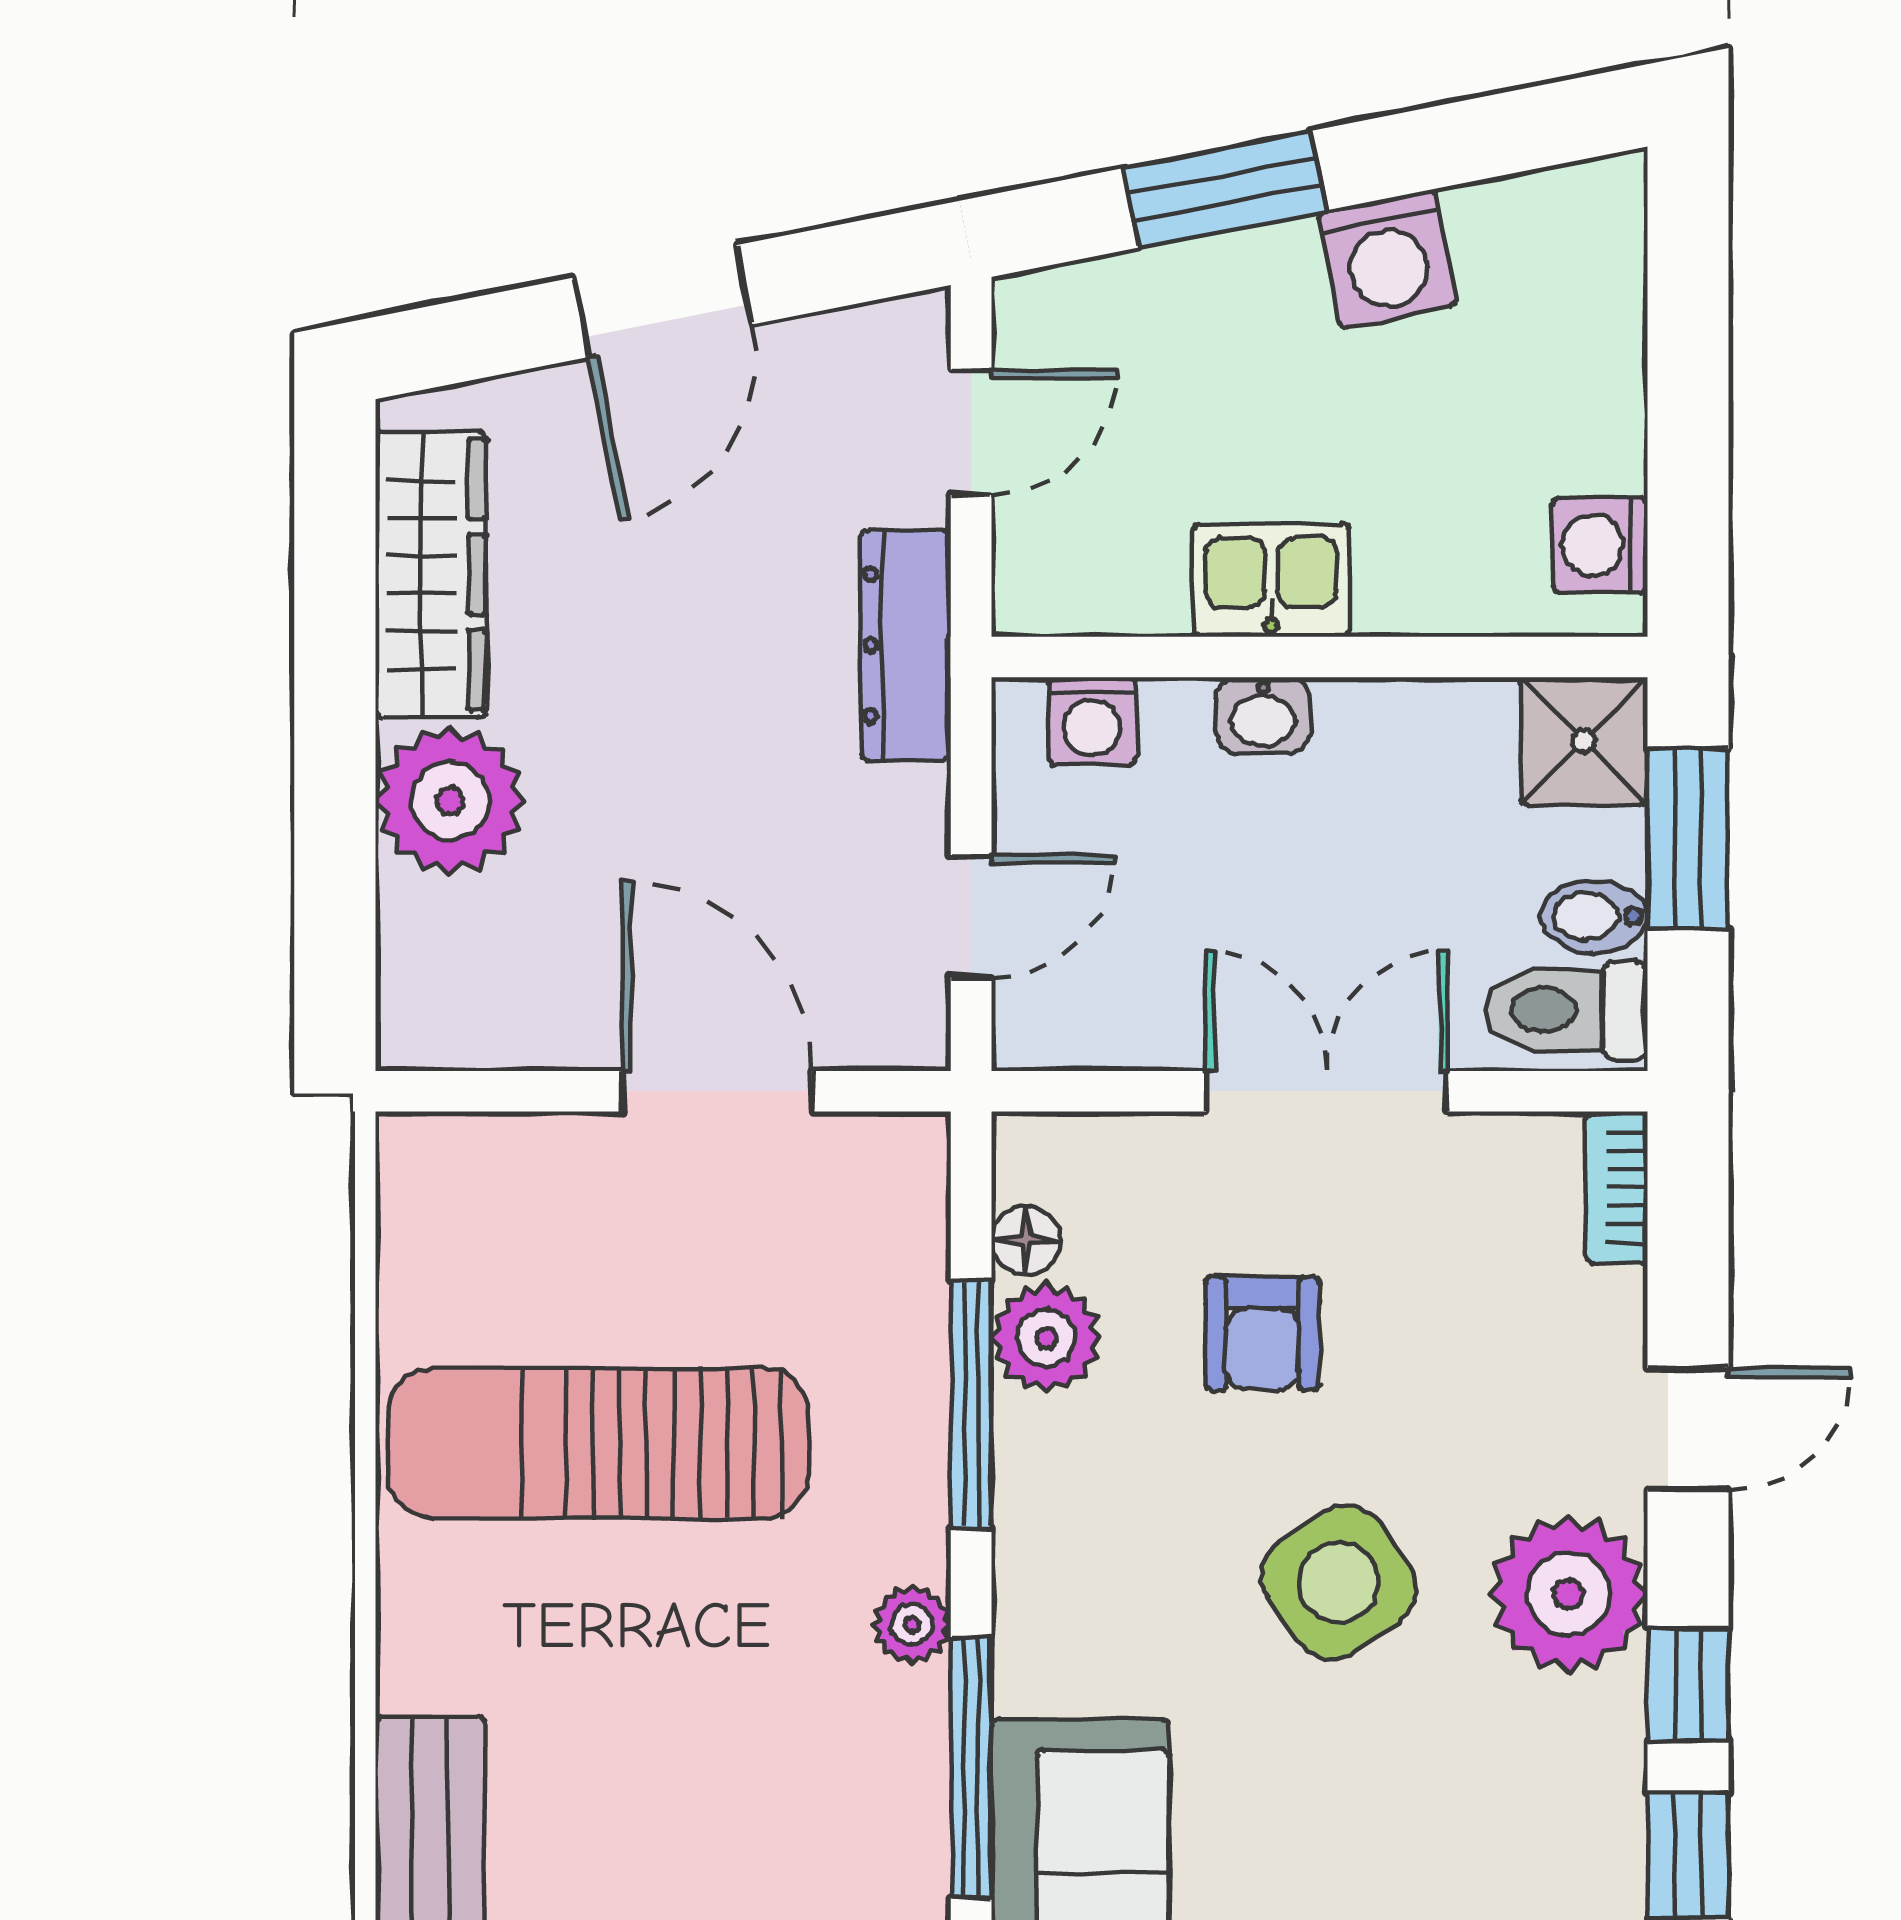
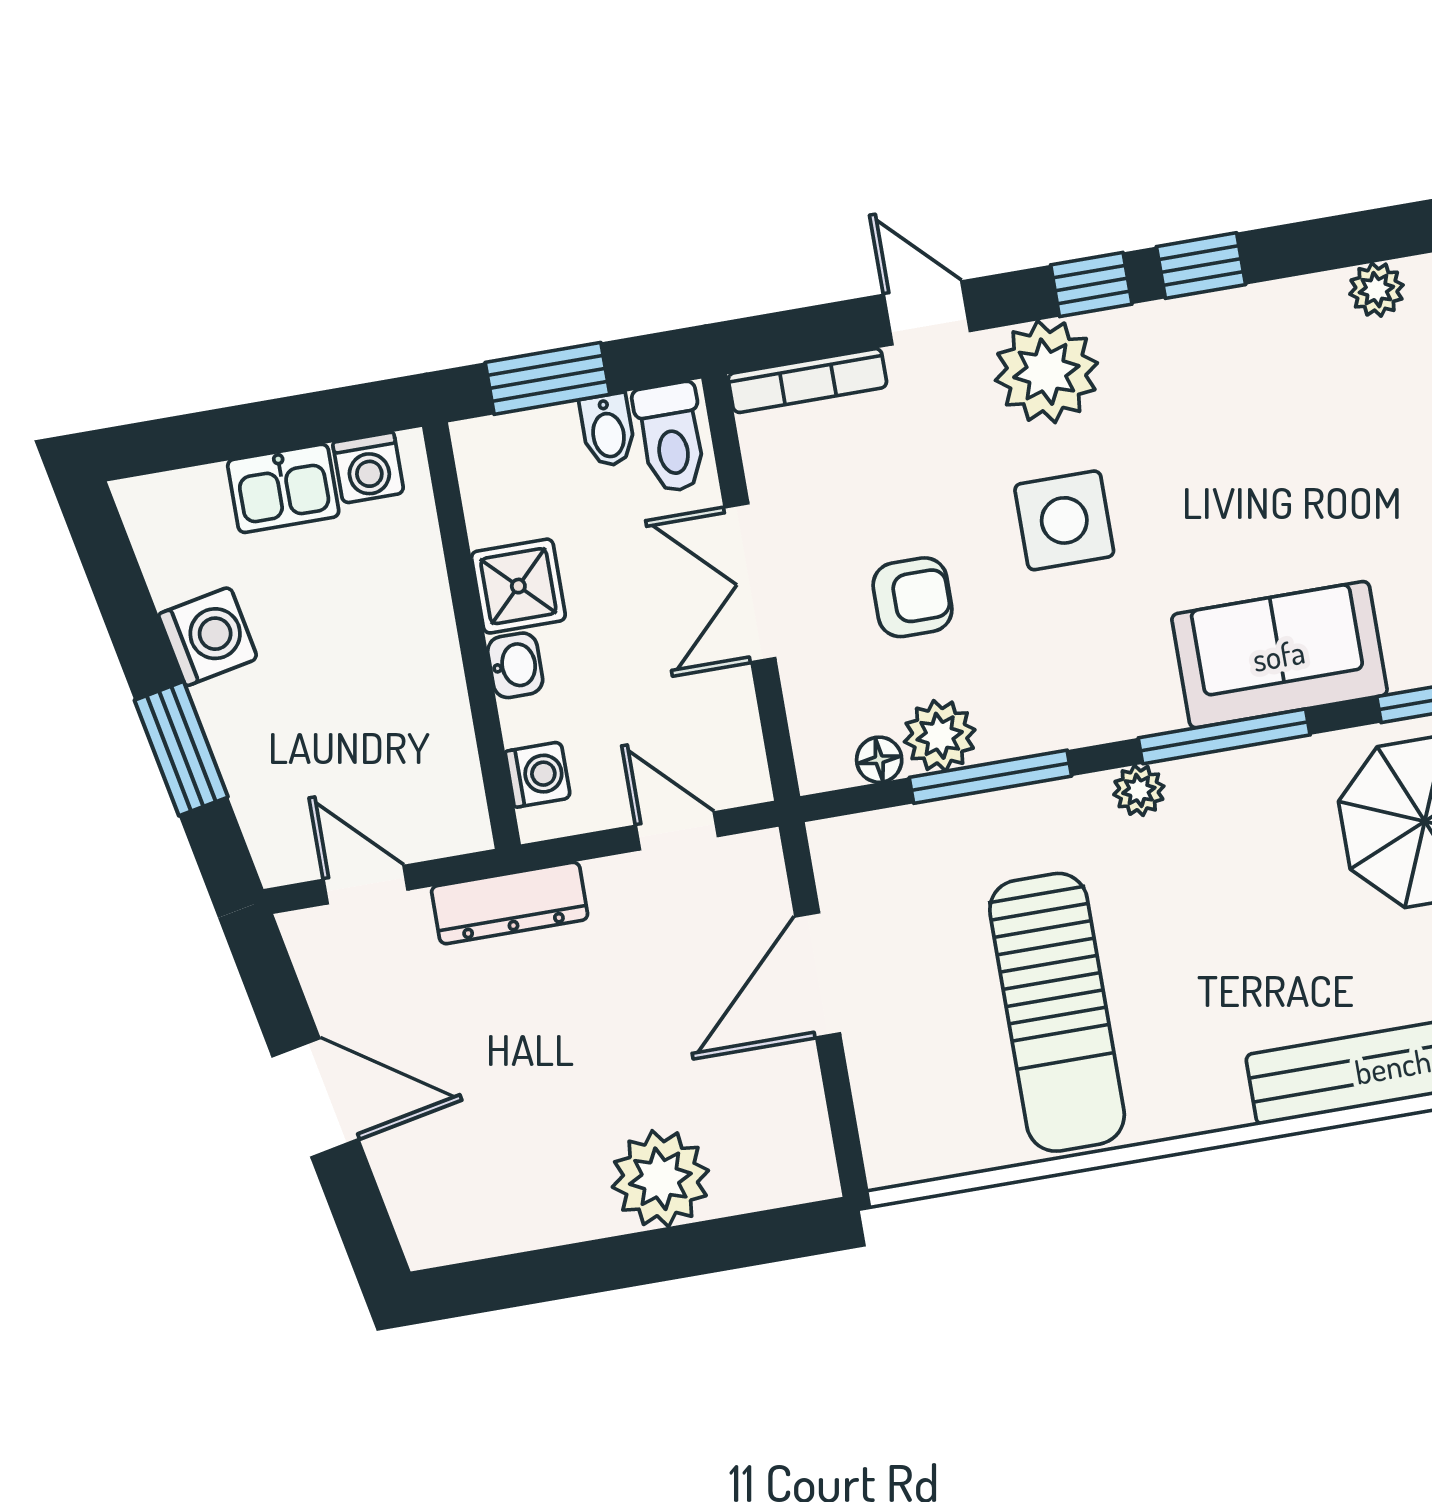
wardrobe: (431, 575) -> (517, 1216), removed
kitchen sink: (1271, 580) -> (283, 488), moved, turned -90
shower: (1584, 741) -> (518, 586), moved
bookcase: (1617, 1188) -> (807, 381), width x1.56
side table: (1339, 1582) -> (1064, 520), turned 34

